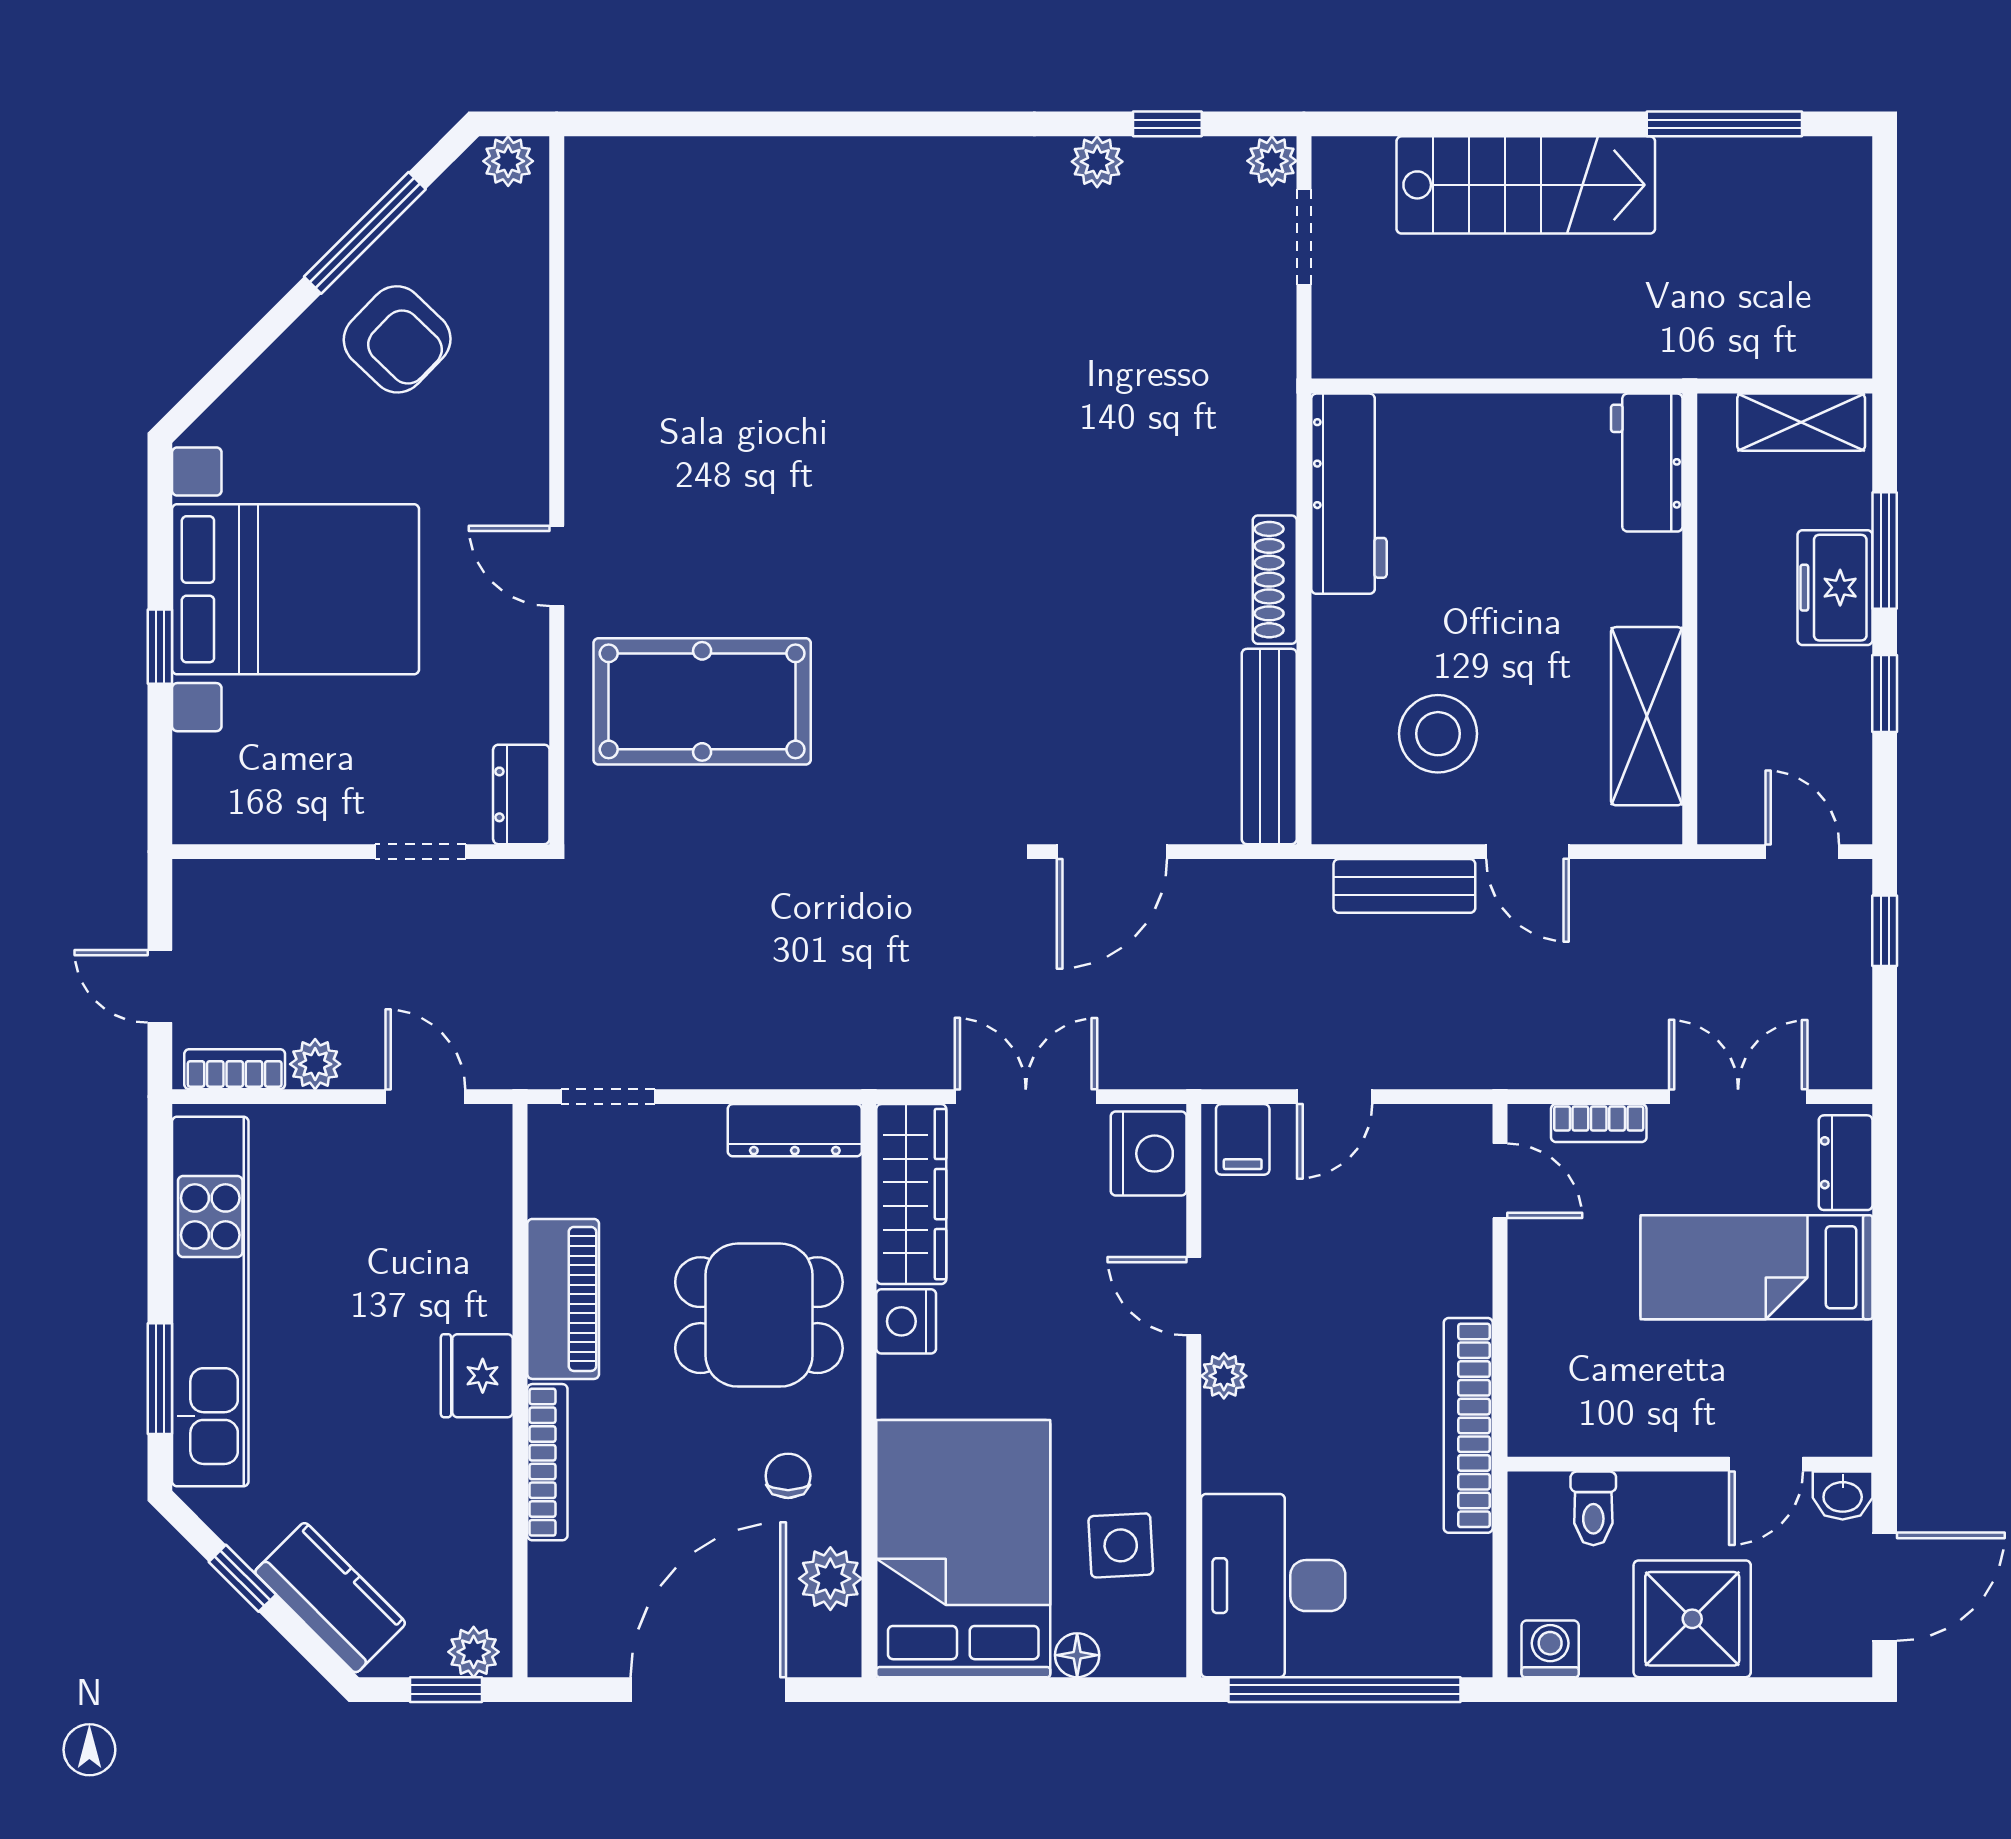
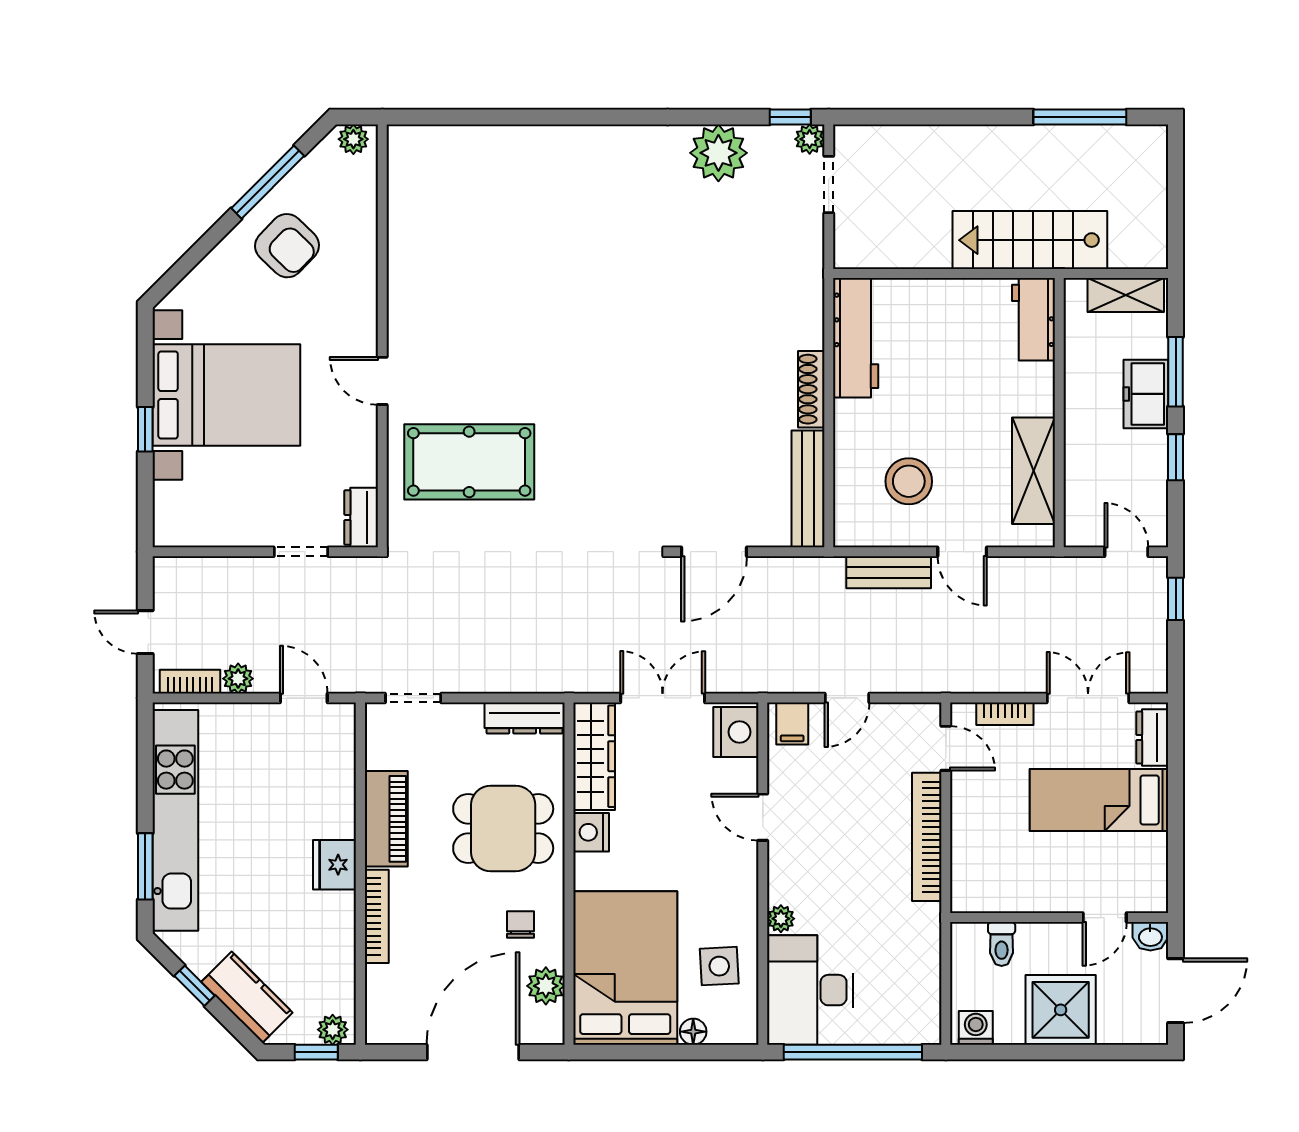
window: (1167, 124) -> (790, 117), moved
plant: (1097, 162) -> (718, 153), width x1.87, depth x1.87
stairs: (1526, 185) -> (1030, 240), moved, turned 180
plant: (1224, 1376) -> (781, 919), moved
bookcase: (1468, 1425) -> (927, 837), moved

